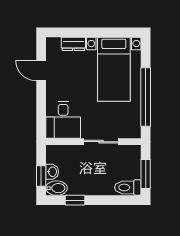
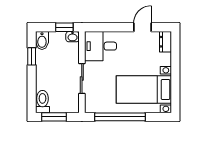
dresser: (73, 44) -> (166, 42), moved
washbasin: (52, 172) -> (73, 37), moved
window: (41, 176) -> (64, 27), moved

